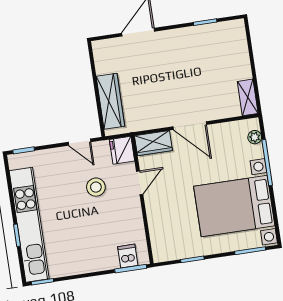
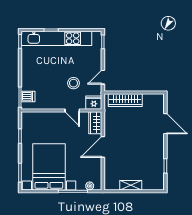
shelving: (248, 97) -> (131, 185), moved

